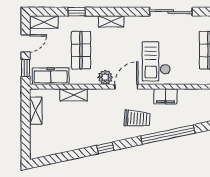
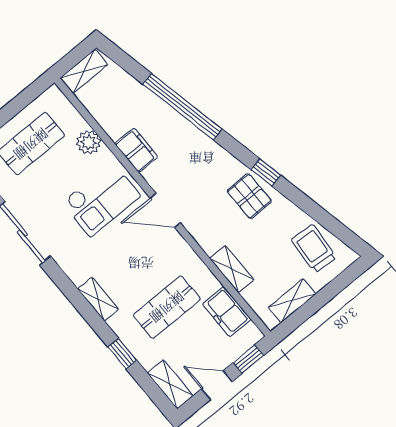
freezer: (51, 76) -> (227, 312), width x0.71
plant: (105, 77) -> (89, 142), moved
trolley: (137, 119) -> (314, 249), moved
pallet: (101, 131) -> (249, 196), added

